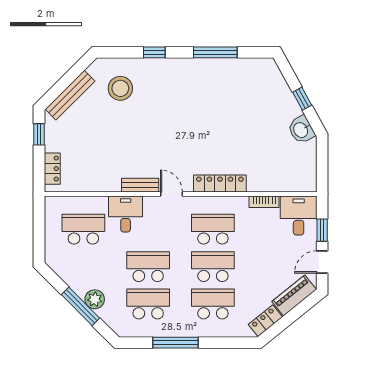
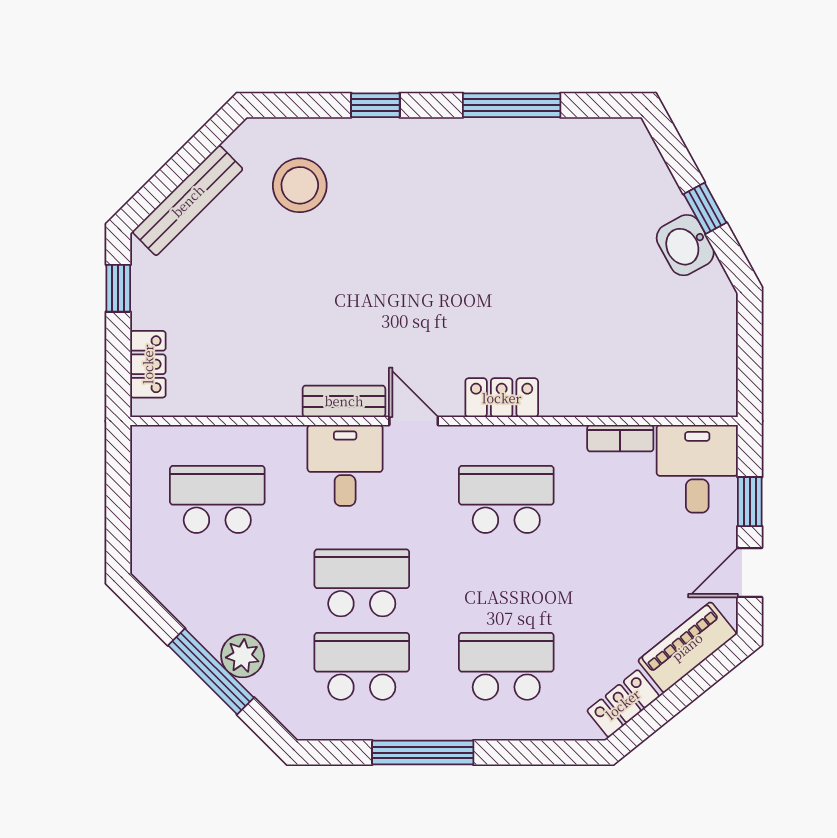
washbasin: (301, 130) -> (685, 245), moved
locker: (220, 184) -> (502, 398), width x0.66
desk: (126, 214) -> (345, 465), moved
school desk: (213, 267) -> (506, 583), removed

